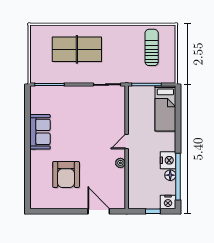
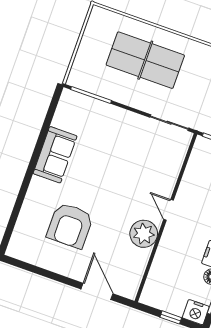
door: (127, 142) -> (169, 210), hinge flipped
plant: (120, 163) -> (144, 234), width x1.88, depth x1.88

